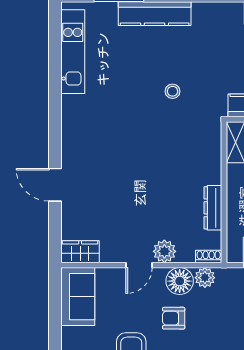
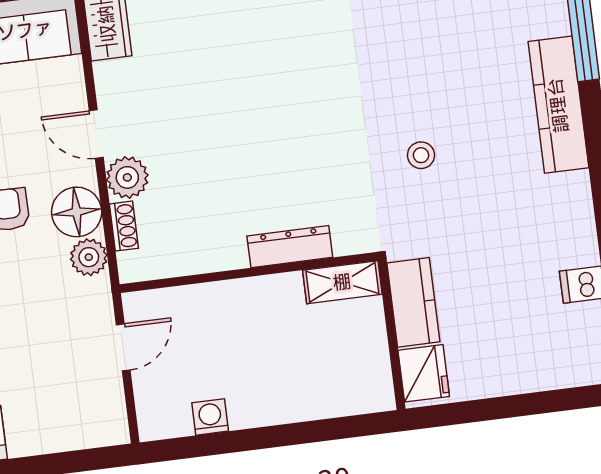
dresser: (213, 208) -> (290, 247), moved
shoe rack: (209, 256) -> (124, 226), moved

